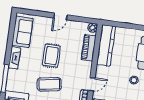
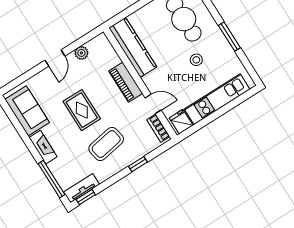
plant: (93, 28) -> (81, 53), moved
piano: (89, 48) -> (126, 82), moved
door: (92, 84) -> (153, 104), hinge flipped

